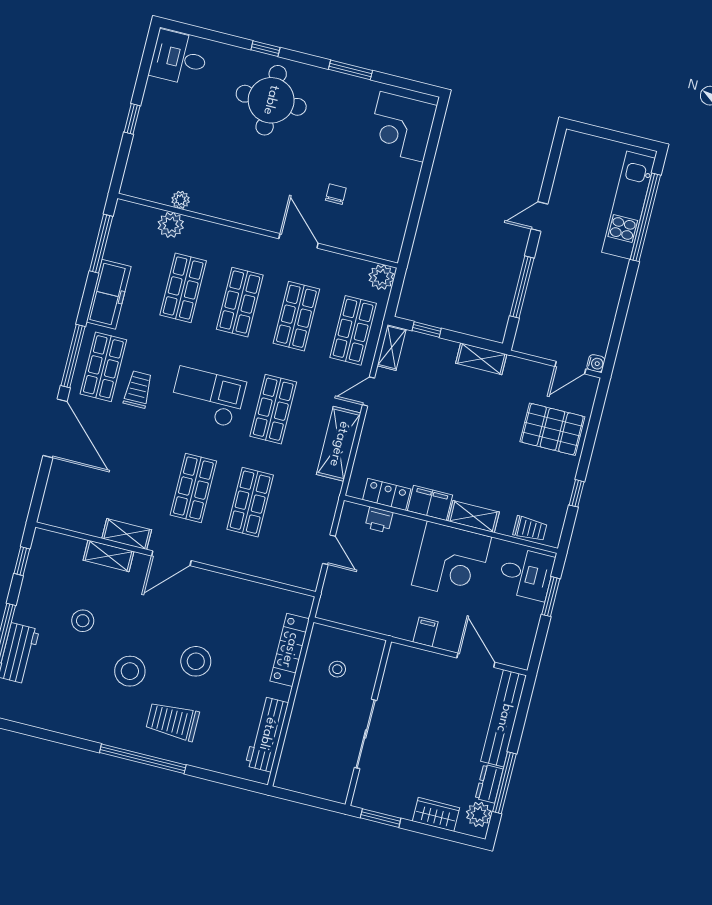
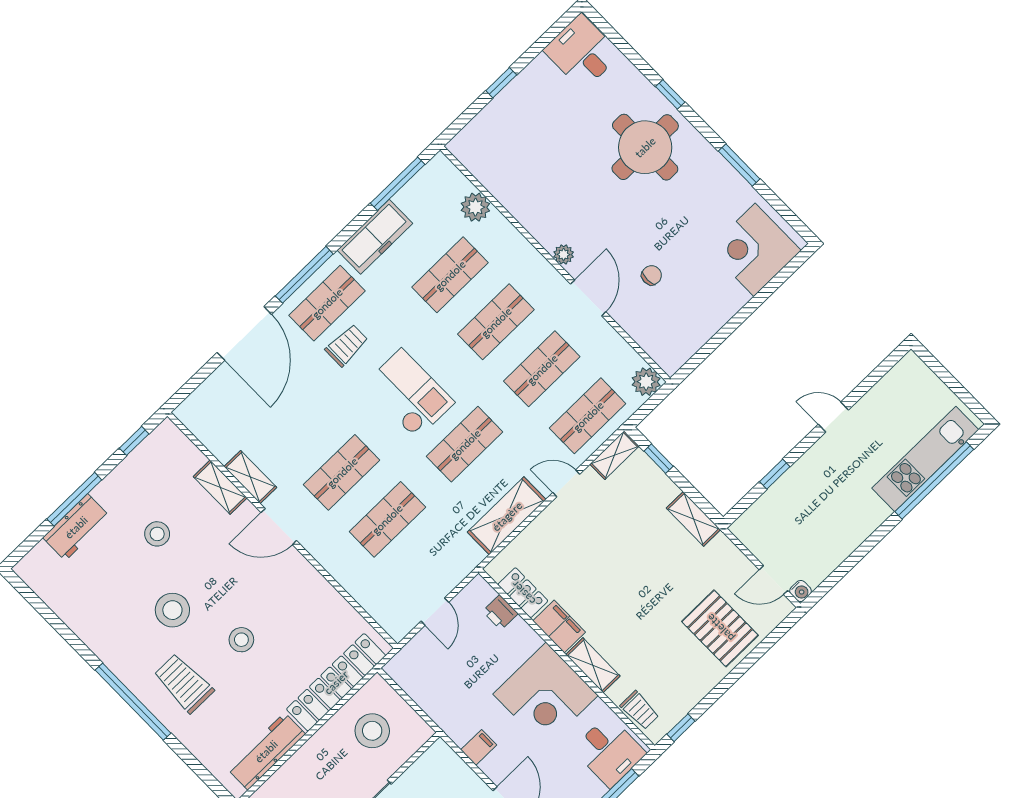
plant: (181, 200) -> (564, 254), moved
window: (522, 287) -> (775, 474), width x0.46
window: (577, 493) -> (681, 728), moved
locker: (290, 650) -> (336, 682), width x1.41, depth x1.21
stool: (196, 661) -> (241, 640), width x0.73, depth x0.73
stool: (337, 669) -> (372, 731), width x1.89, depth x1.89

